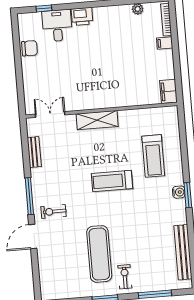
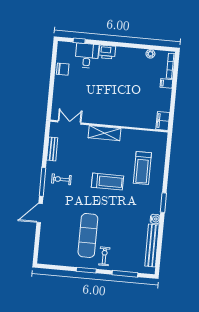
treadmill: (112, 181) -> (107, 182), turned 180
water cooler: (179, 192) -> (155, 219), moved
exercise bike: (54, 211) -> (61, 179), moved

